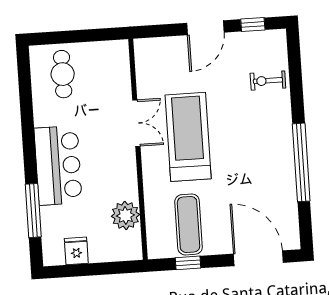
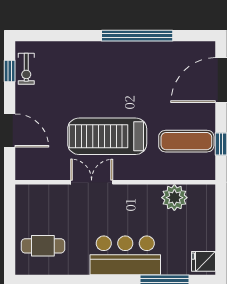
door: (205, 28) -> (10, 130), moved
exercise bike: (268, 81) -> (26, 69), moved
fridge: (76, 251) -> (203, 261), moved

